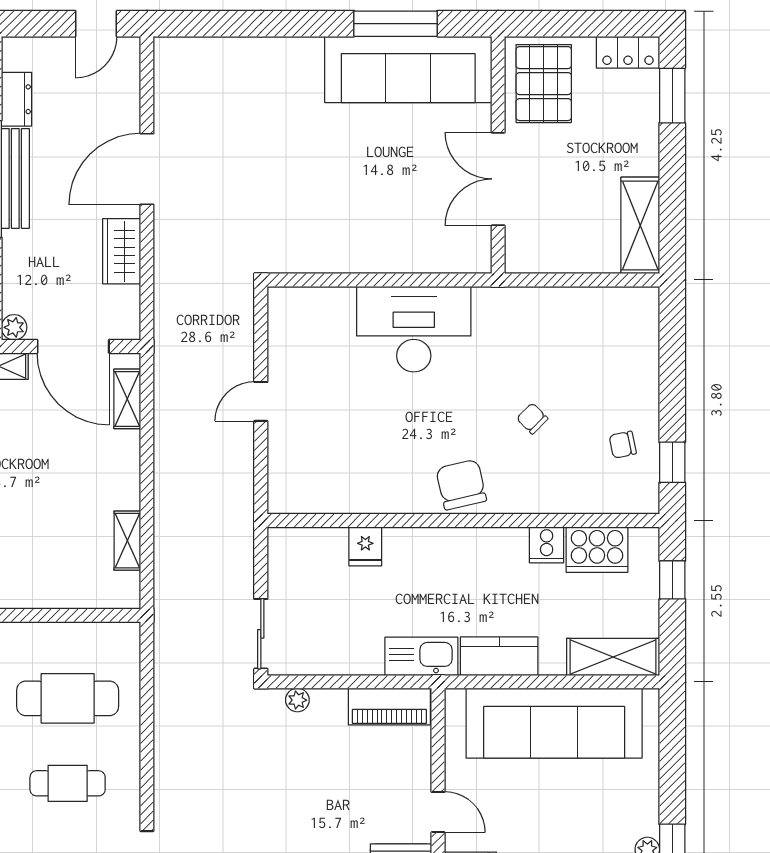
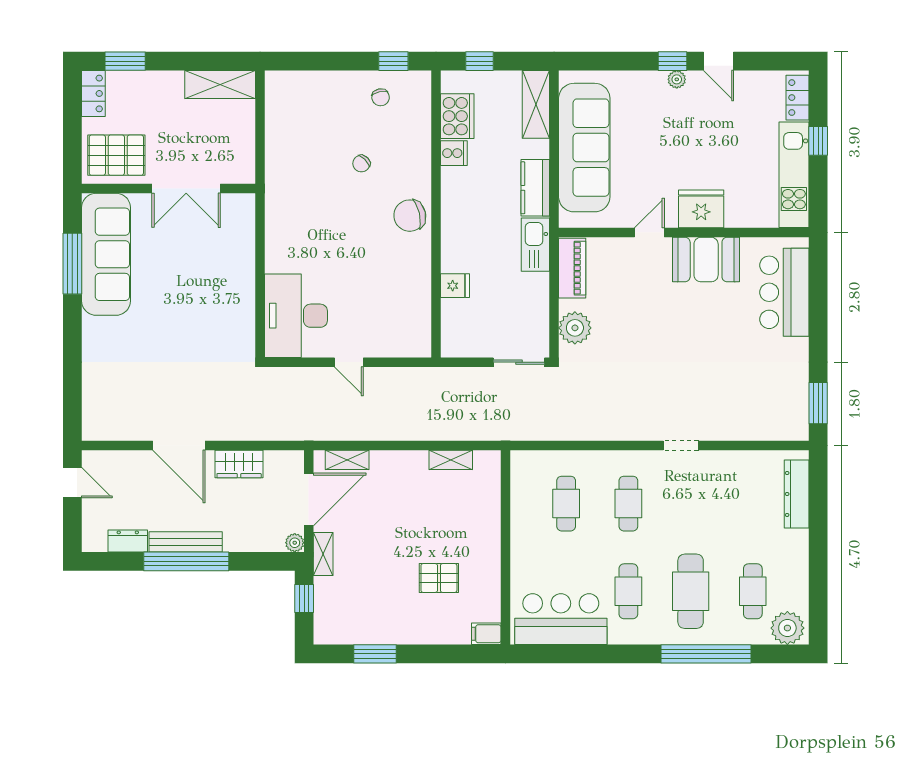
desk: (414, 329) -> (296, 316), moved
cafe table: (68, 698) -> (566, 504), width x0.73, depth x0.74
plant: (297, 700) -> (575, 328), width x1.88, depth x1.88

